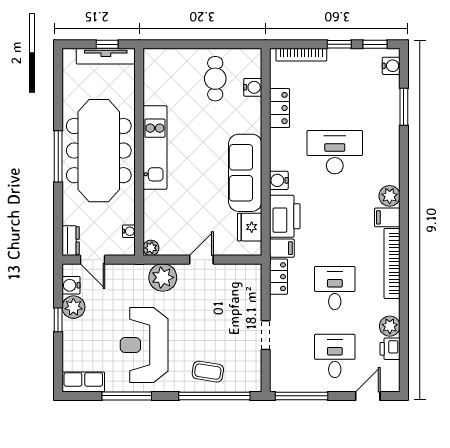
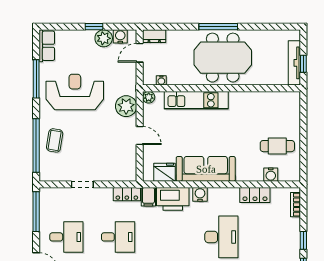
bookcase: (301, 55) -> (296, 205), width x0.64
kitchen unit: (155, 147) -> (196, 100), moved
meeting table: (99, 151) -> (223, 58), width x0.73

